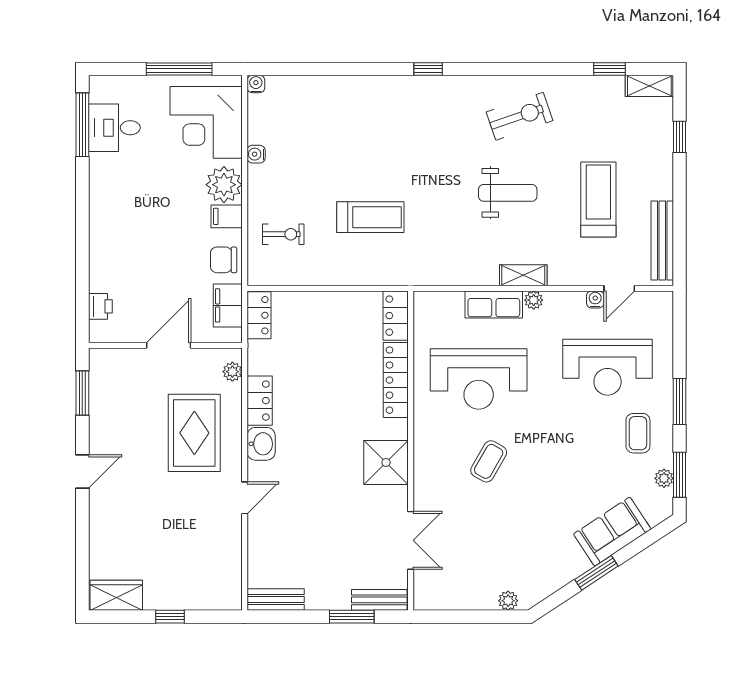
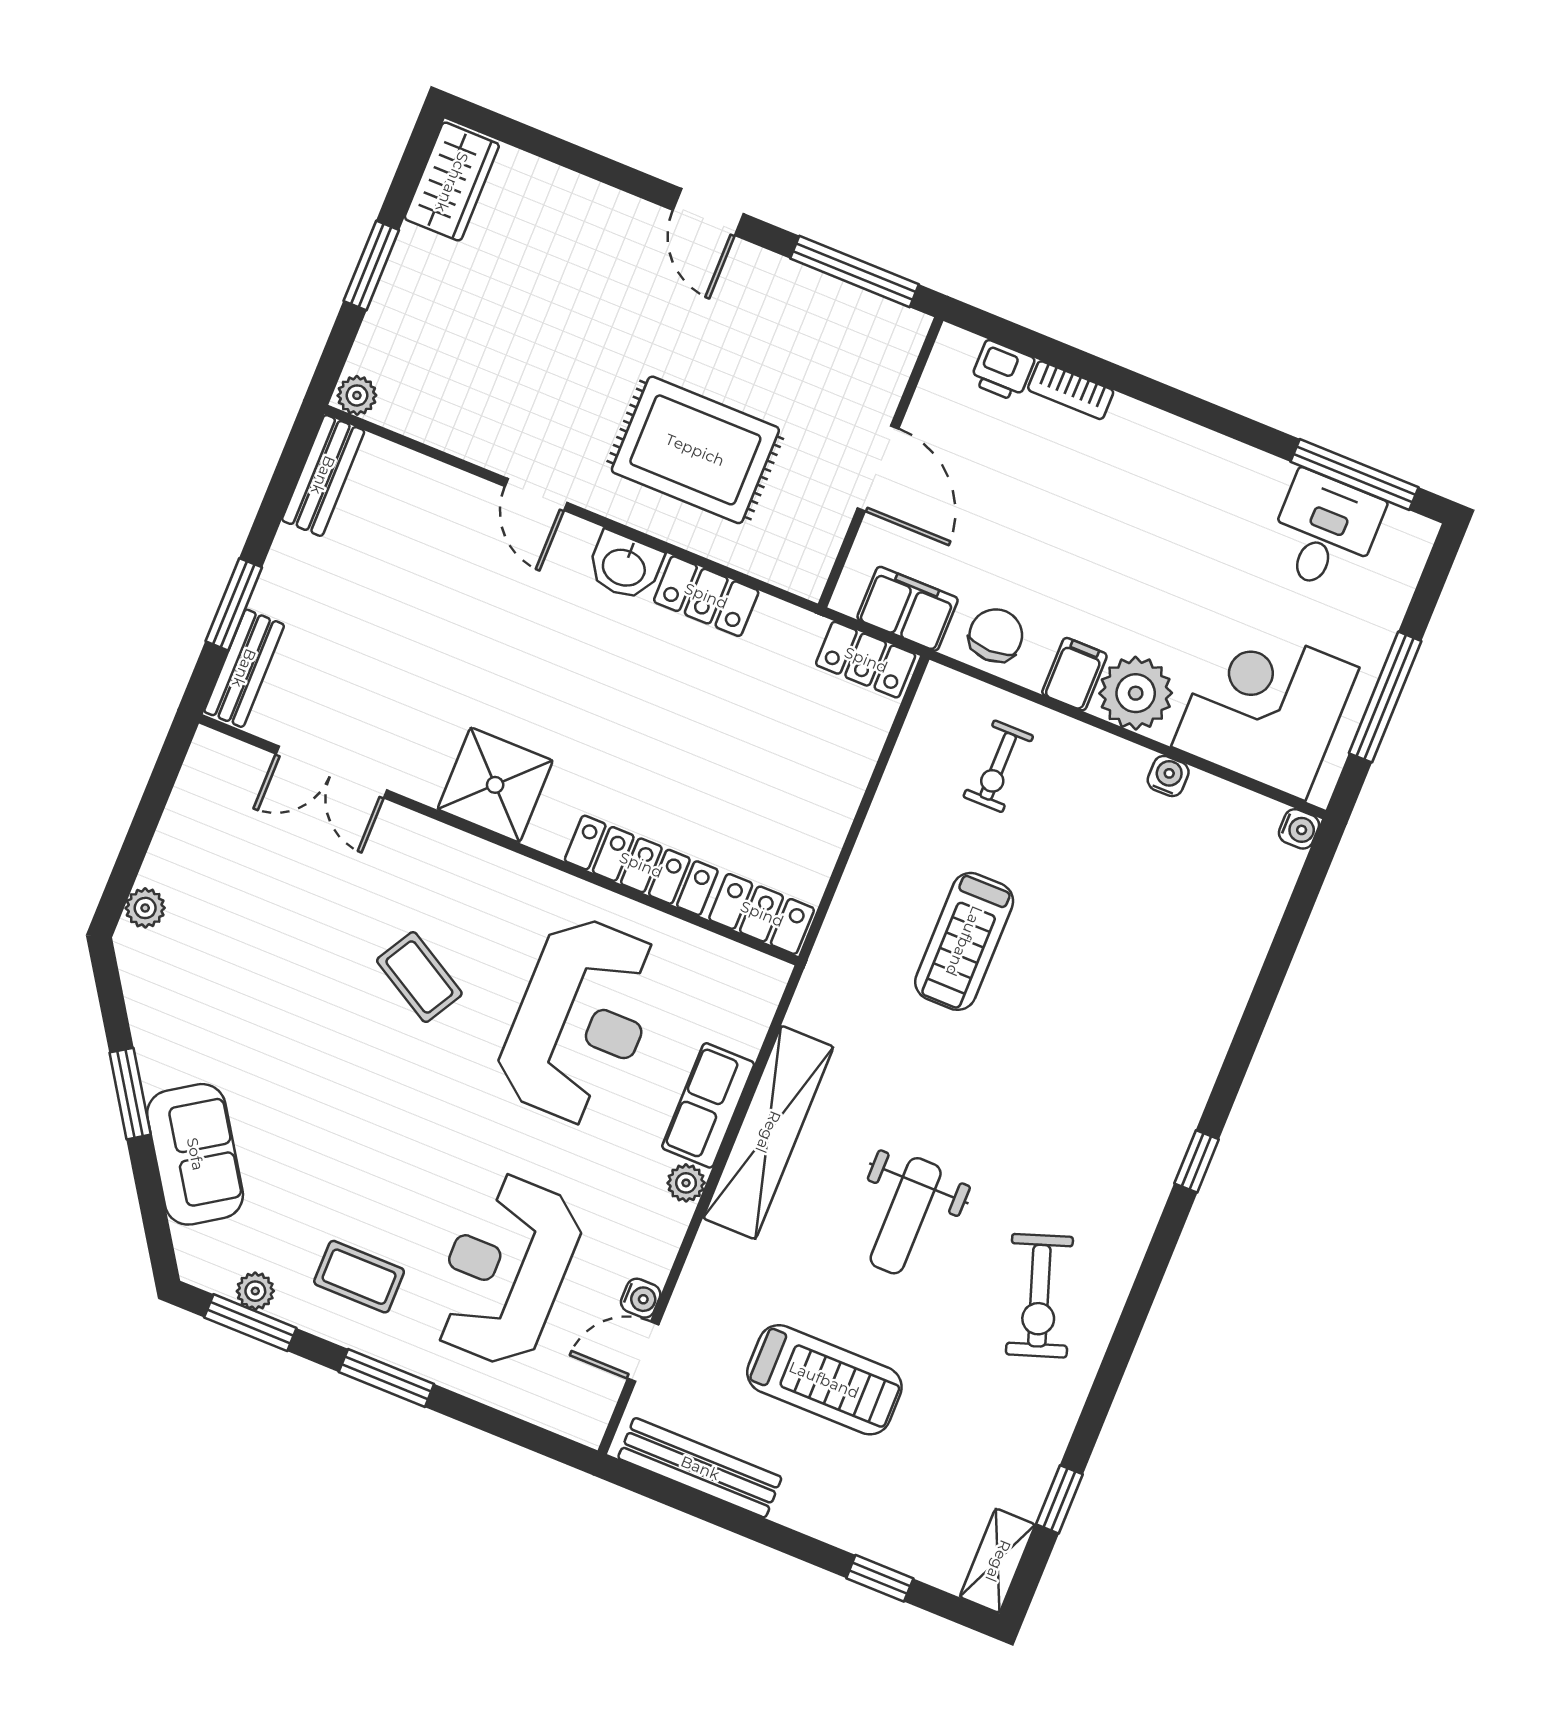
bookcase: (97, 271) -> (1071, 390), added
shelving: (523, 275) -> (768, 1132), width x2.20, depth x1.33
door: (619, 288) -> (643, 1352), hinge flipped
plant: (232, 372) -> (357, 395), moved
reception desk: (479, 379) -> (581, 1021), turned 180
window: (82, 393) -> (854, 271), width x1.44
window: (170, 617) -> (371, 266), width x1.50

